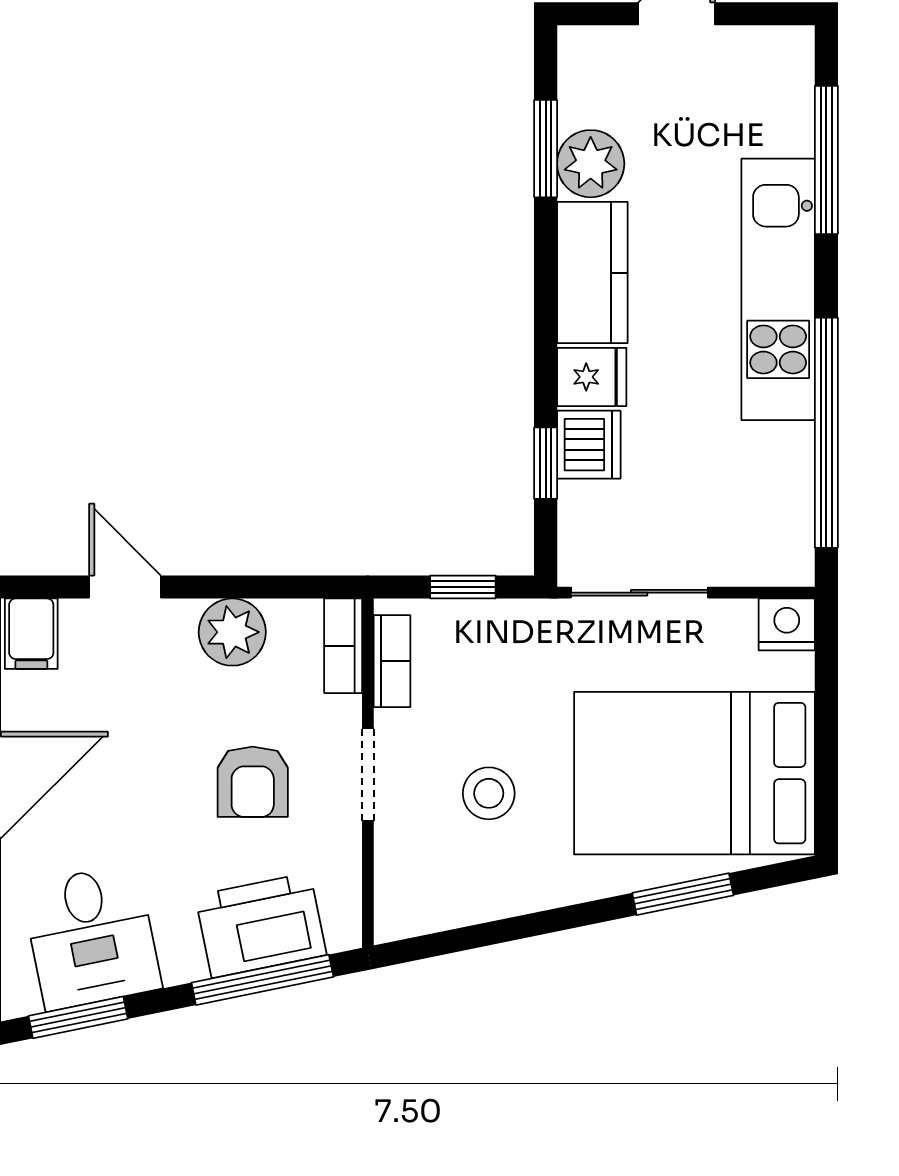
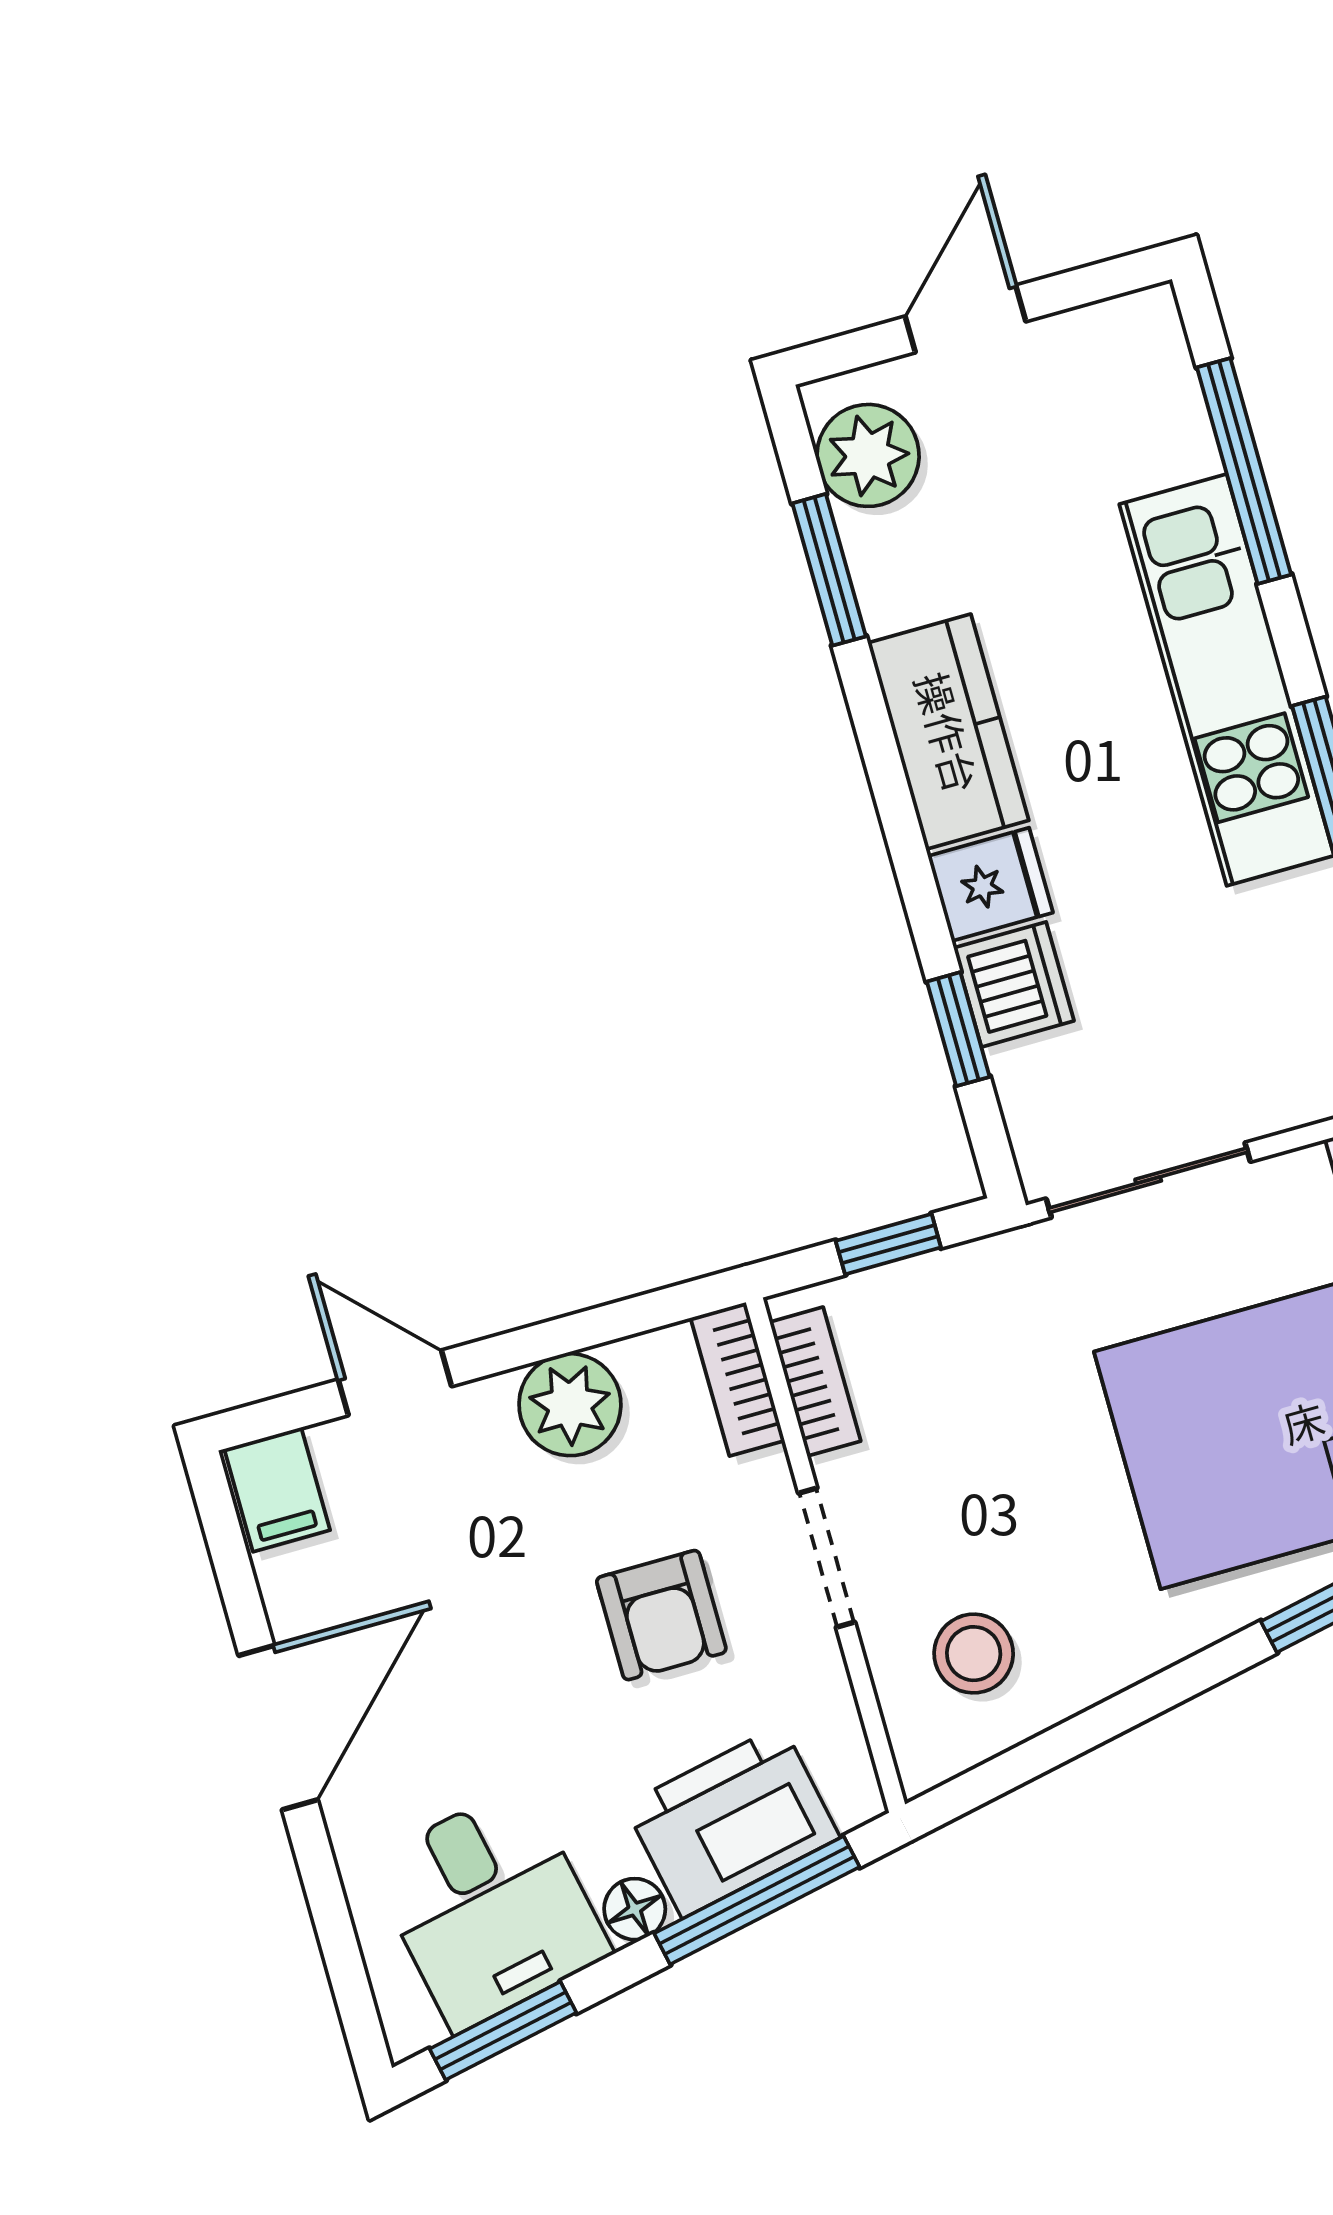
plant: (591, 164) -> (868, 455), moved
stool: (489, 793) -> (974, 1654), moved
floor lamp: (183, 964) -> (635, 1909), added

